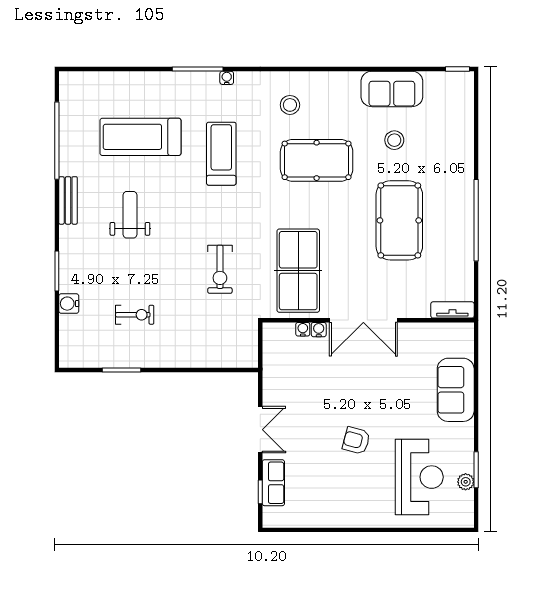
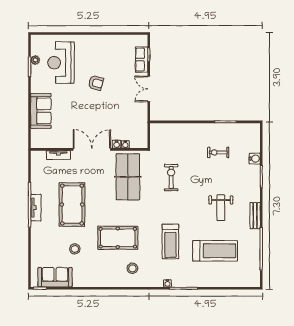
sofa: (392, 89) -> (55, 277), moved
tv unit: (465, 215) -> (36, 208), added
tv unit: (452, 310) -> (58, 155), moved

